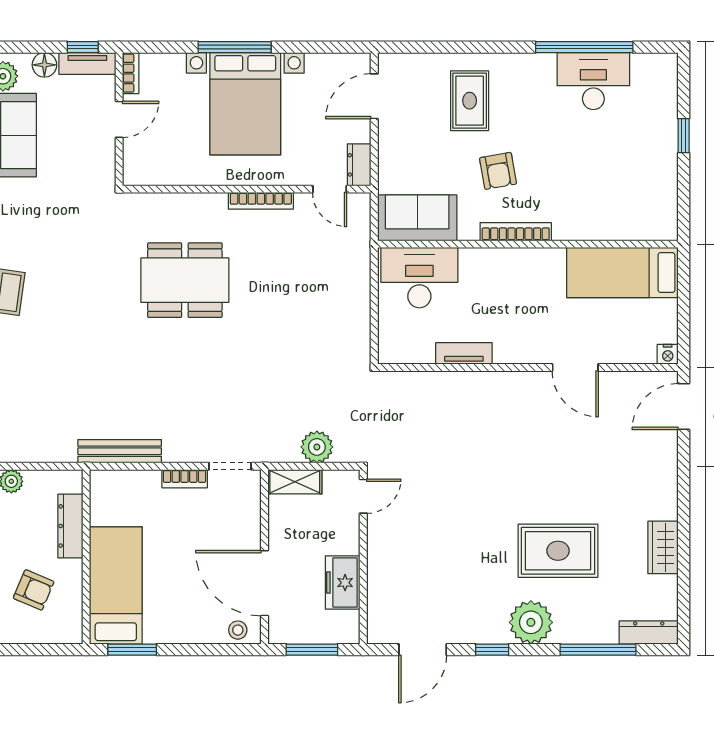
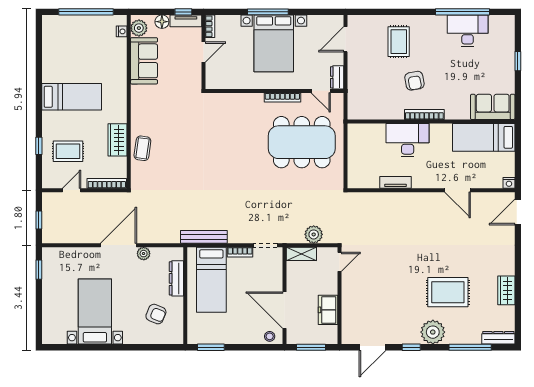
sofa: (417, 218) -> (493, 107), moved
desk: (419, 278) -> (408, 140), moved
dining table: (185, 280) -> (302, 142), moved, width x1.36, depth x1.24
bed: (116, 585) -> (211, 280), moved, turned 180

